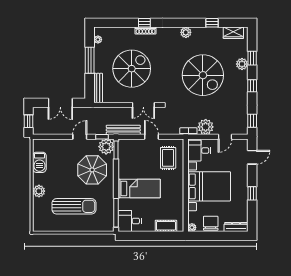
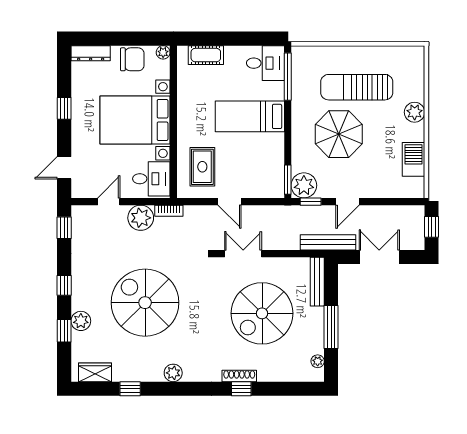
bench: (123, 130) -> (328, 242), moved
parasol: (92, 170) -> (339, 134), moved
chair: (211, 223) -> (132, 59), turned -90

